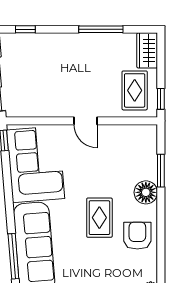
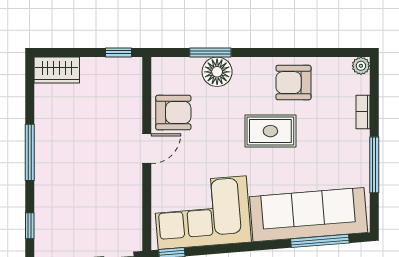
window: (101, 29) -> (30, 152), moved
rug: (135, 90) -> (108, 86), removed
armchair: (114, 142) -> (173, 113), added
floor lamp: (146, 192) -> (217, 72), moved

